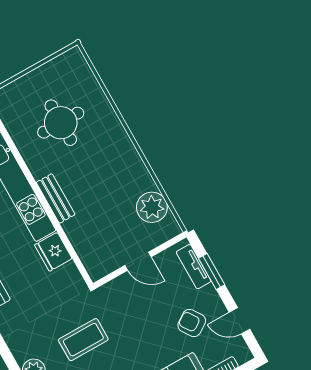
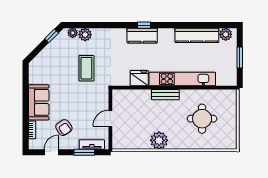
plant: (152, 207) -> (159, 140), moved
armchair: (192, 323) -> (64, 128), turned 90

